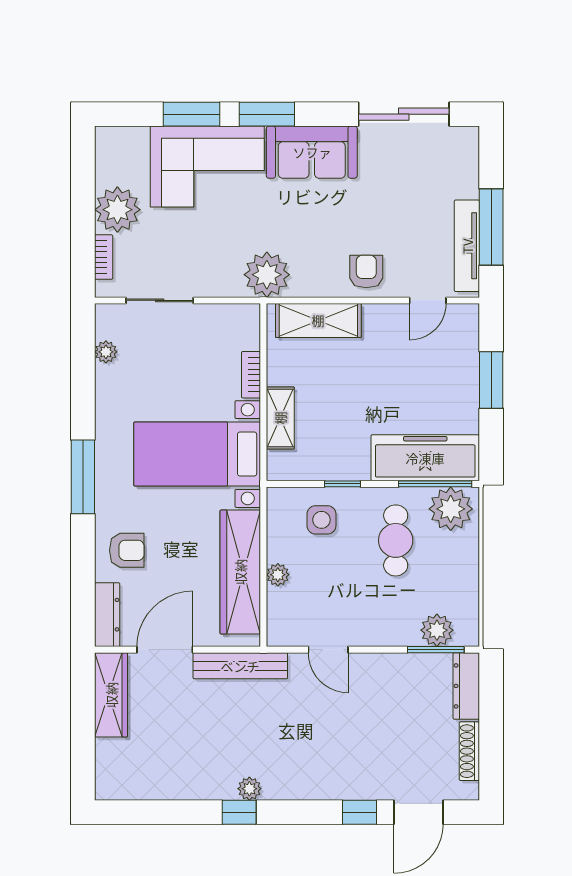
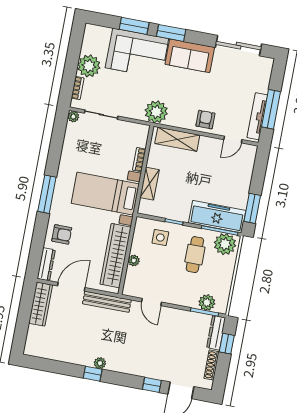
plant: (106, 352) -> (73, 117), moved
window: (491, 380) -> (252, 208), moved
window: (491, 704) -> (227, 344), added

